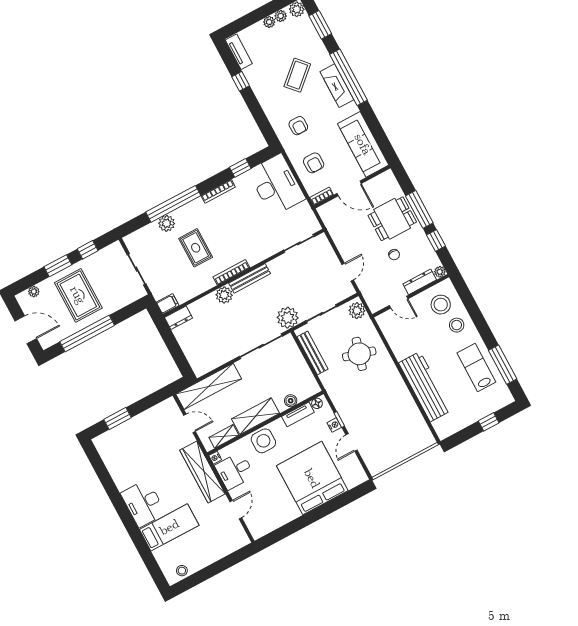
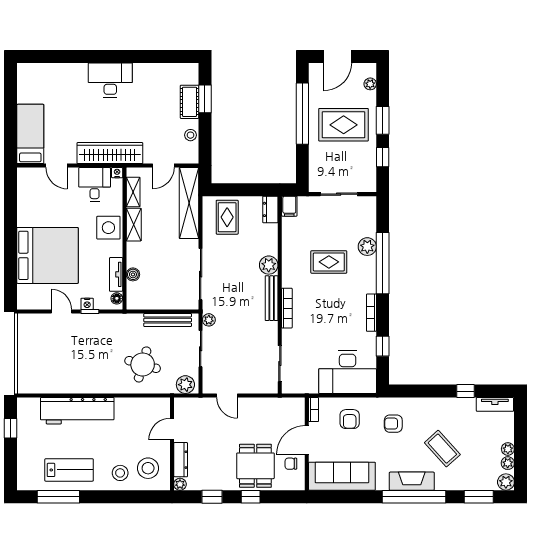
armchair: (314, 163) -> (350, 419), turned -90
window: (419, 209) -> (251, 497), width x0.46
chair: (394, 255) -> (291, 464), moved
bookcase: (231, 272) -> (287, 308), moved
plant: (288, 318) -> (209, 320), width x0.53, depth x0.53
rug: (204, 349) -> (227, 217), added
shelving: (256, 416) -> (134, 225), width x0.67, depth x0.75
window: (489, 422) -> (11, 428), moved
cot: (127, 430) -> (190, 102), added
bed: (169, 527) -> (30, 134), moved, turned 180
stool: (182, 571) -> (190, 135), moved

